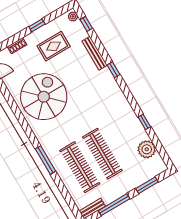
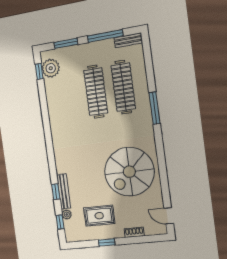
plant: (73, 17) -> (67, 214), moved
window: (113, 70) -> (56, 192), moved
window: (144, 122) -> (39, 71), moved
plant: (147, 149) -> (51, 68), moved

